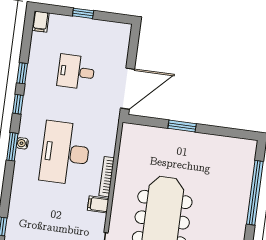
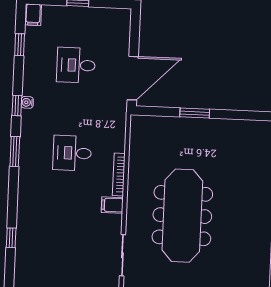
window: (22, 73) -> (20, 45), moved
water cooler: (22, 143) -> (27, 102), moved
desk: (65, 153) -> (72, 153), width x0.53, depth x0.77

